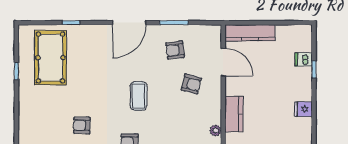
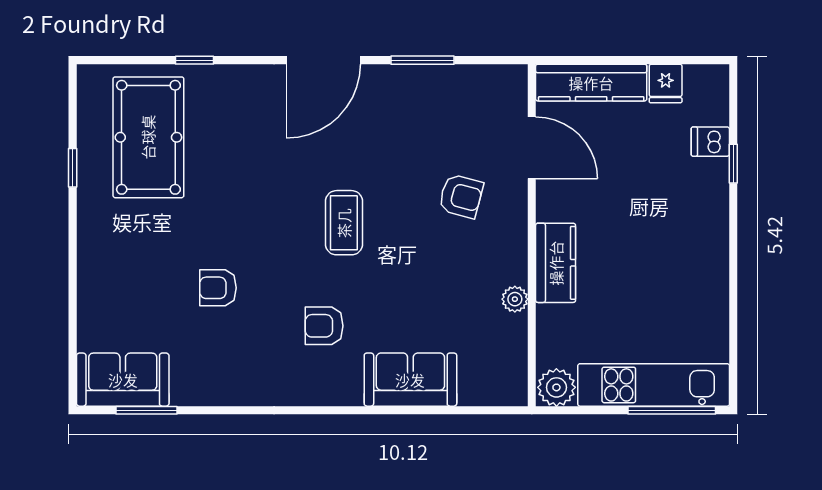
armchair: (175, 50) -> (425, 120), removed
fridge: (303, 109) -> (666, 83), moved, turned -90

